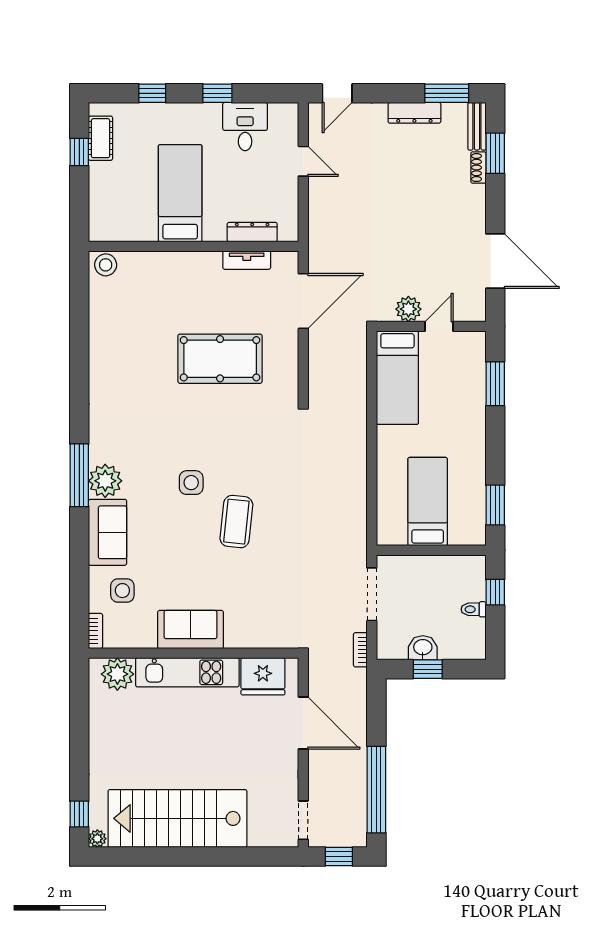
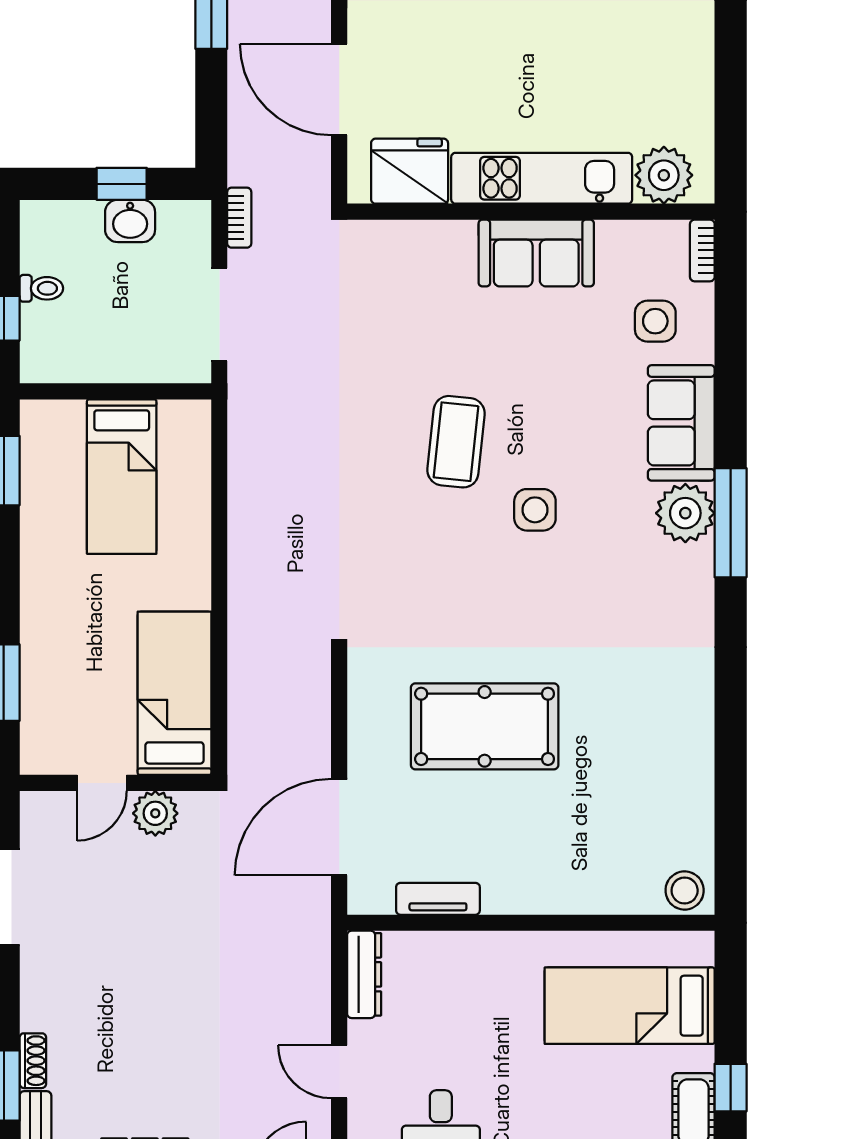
bed: (180, 193) -> (630, 1006), moved, turned 90
dresser: (252, 232) -> (364, 974), moved, turned -90

